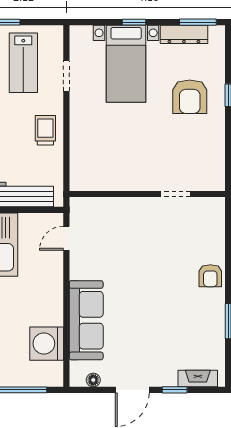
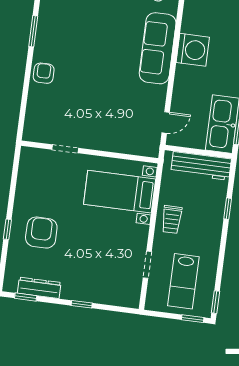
window: (198, 22) -> (26, 297), width x0.67
lab bench: (23, 63) -> (183, 281), turned 180
bed with nightstands: (126, 64) -> (120, 192), moved, turned -90
washing machine: (47, 344) -> (193, 50), moved

